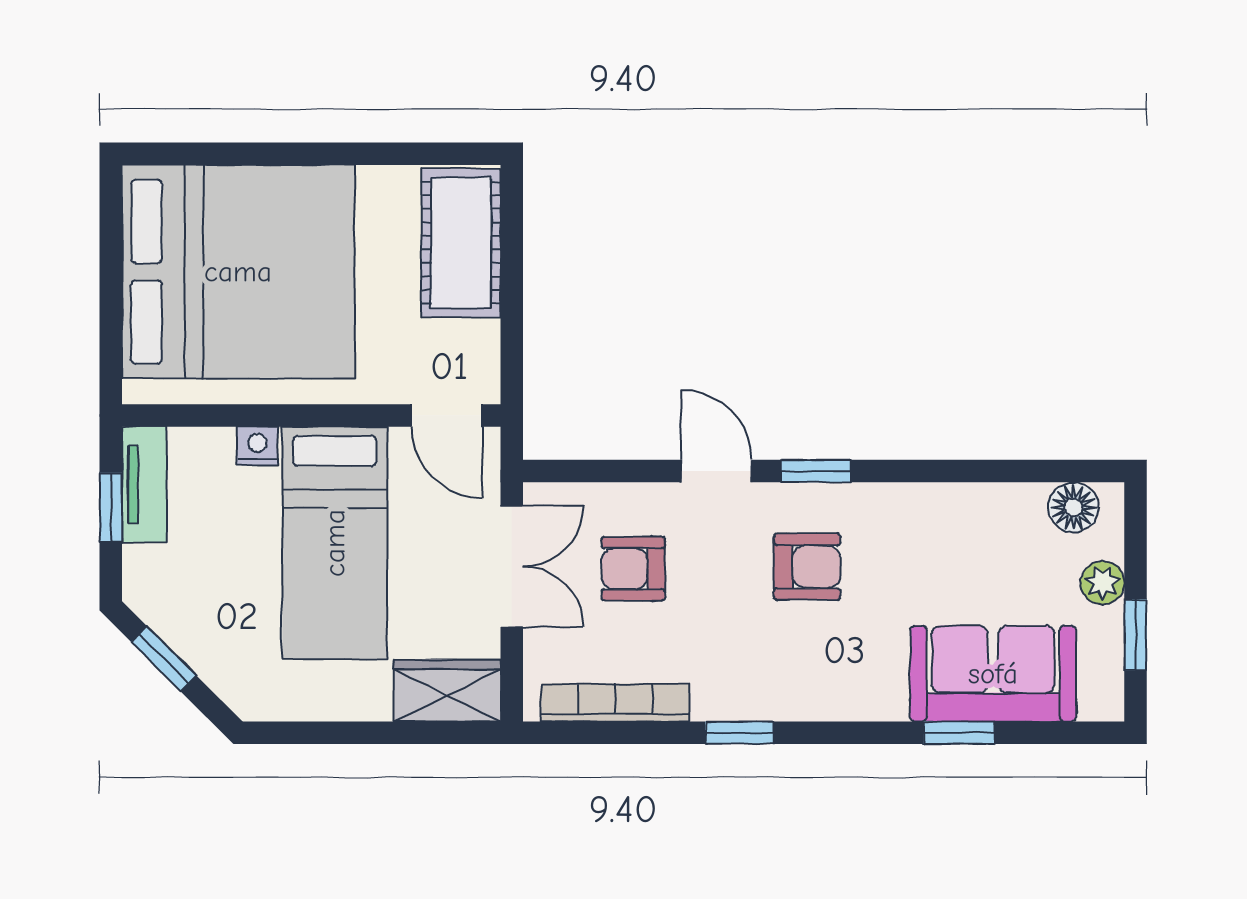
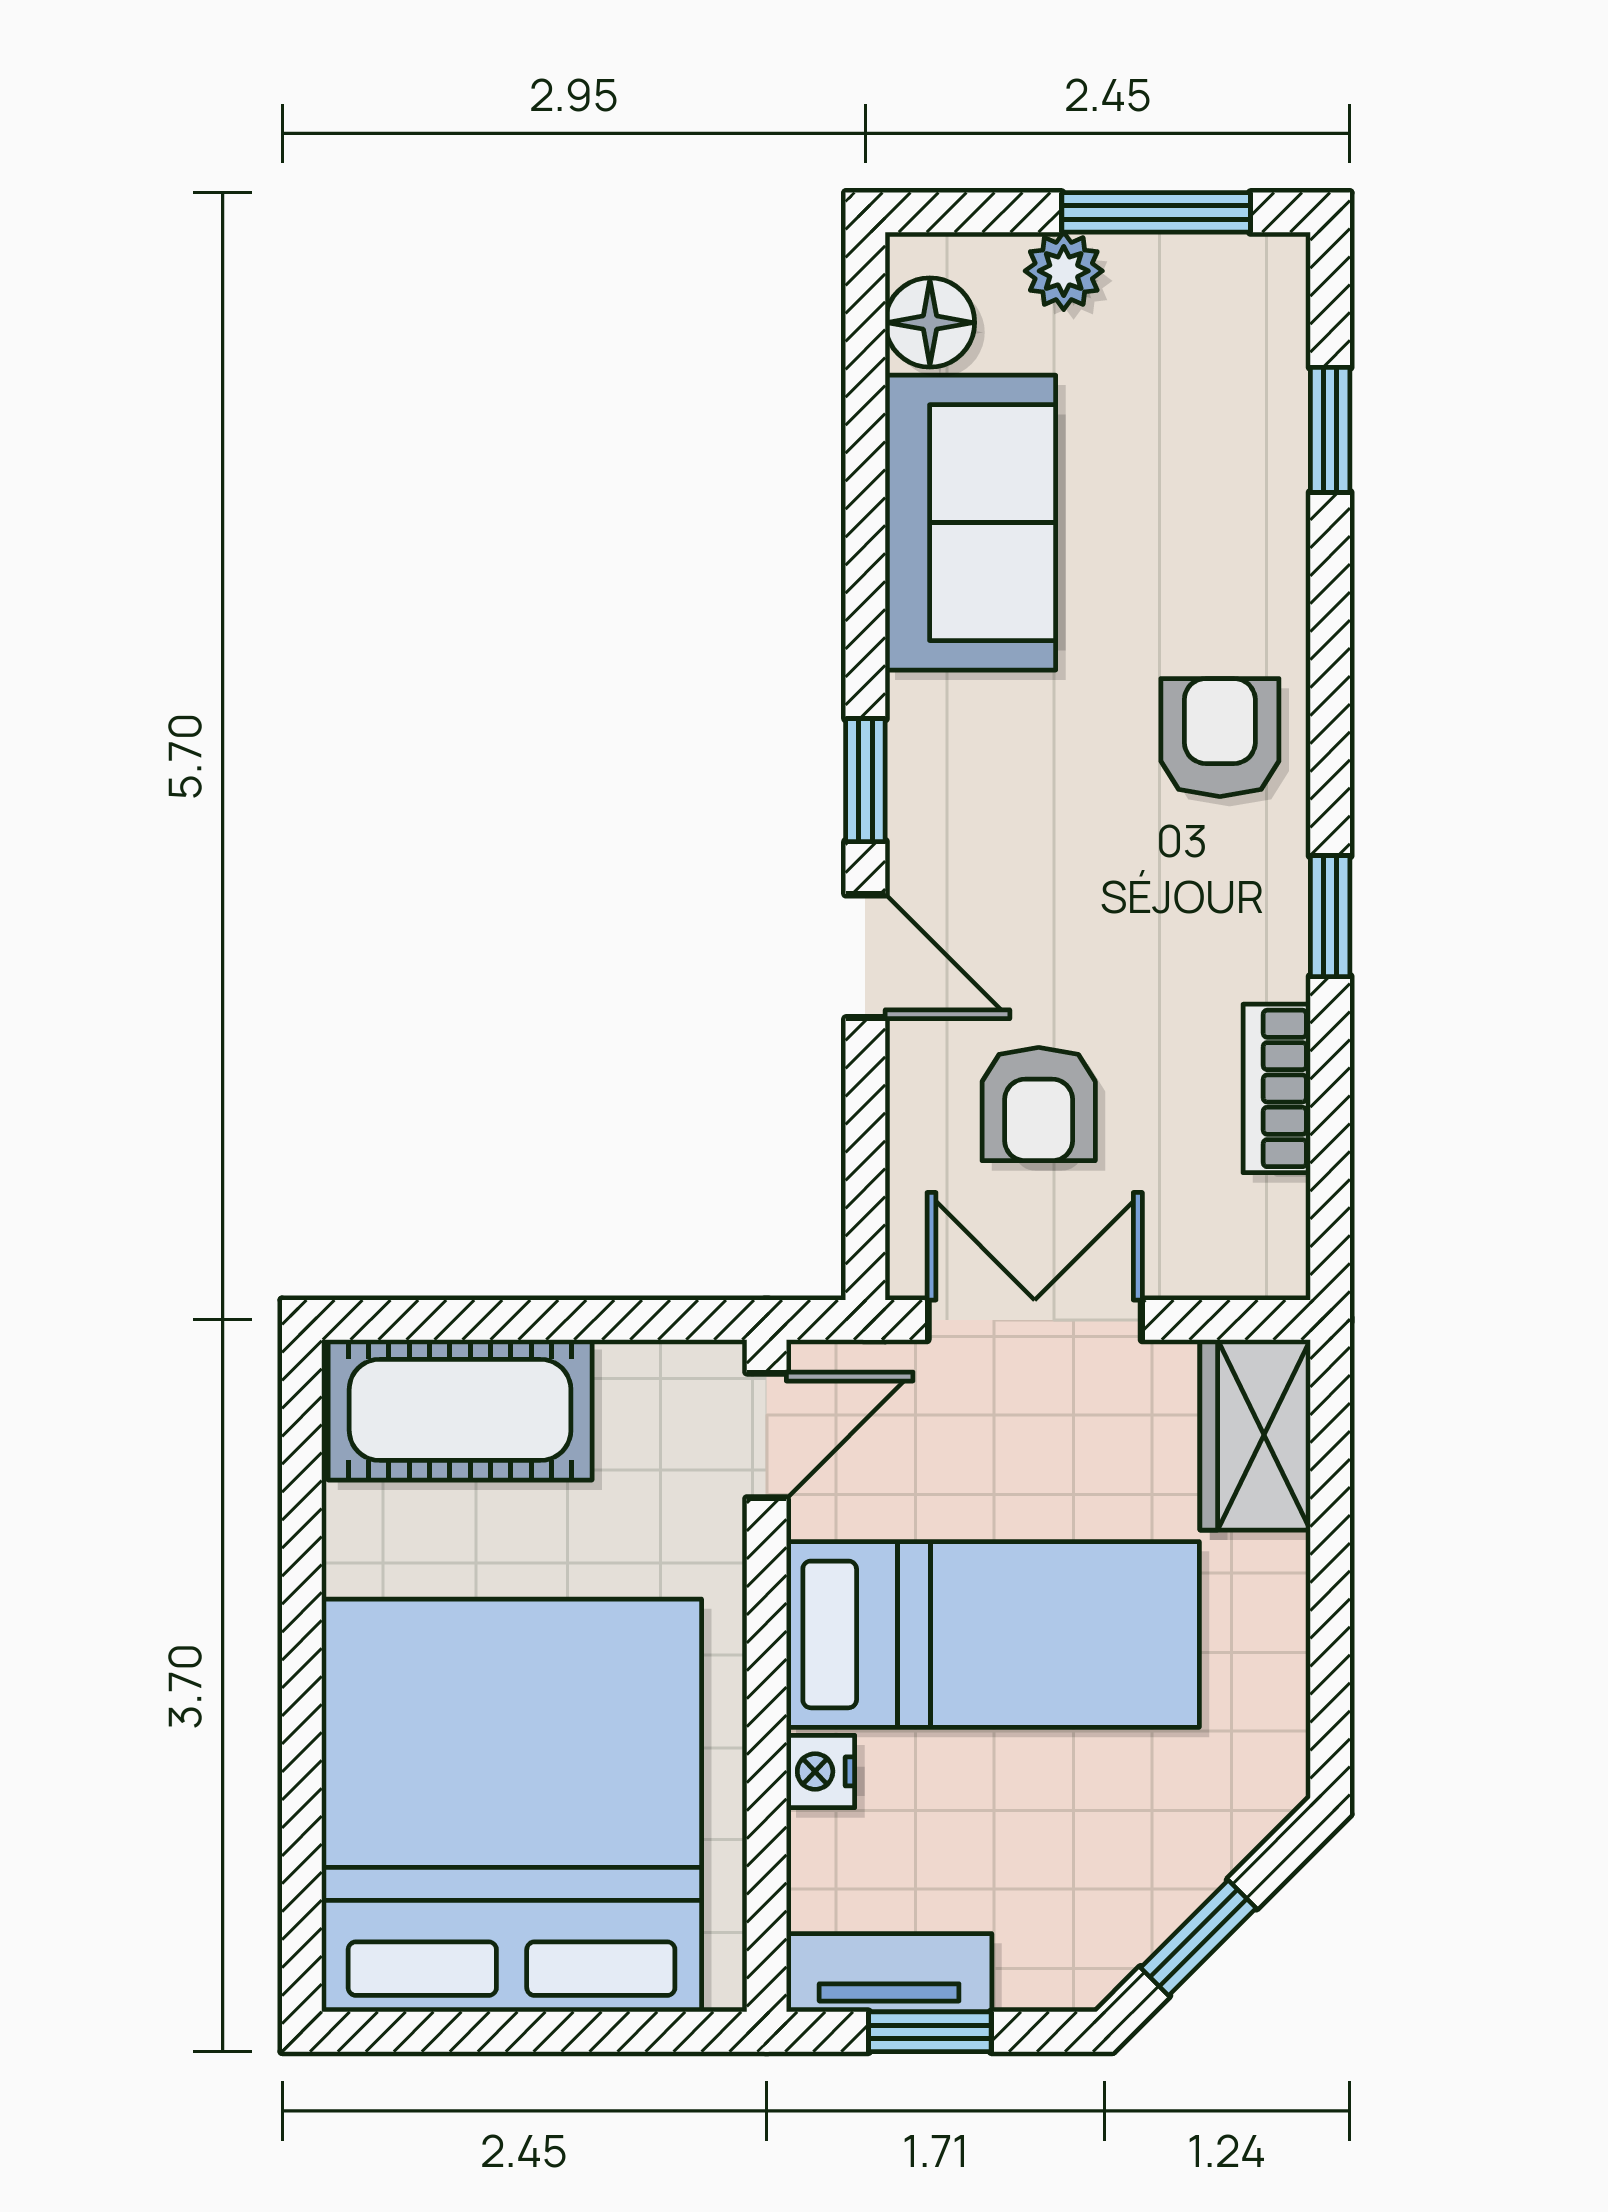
door: (717, 471) -> (865, 956), swing flipped
armchair: (807, 567) -> (1220, 738), moved
window: (1135, 635) -> (1156, 212), width x1.50
sofa: (993, 674) -> (970, 523), moved, turned 180
bookcase: (615, 703) -> (1277, 1088), width x0.64
window: (959, 733) -> (1330, 430), moved

